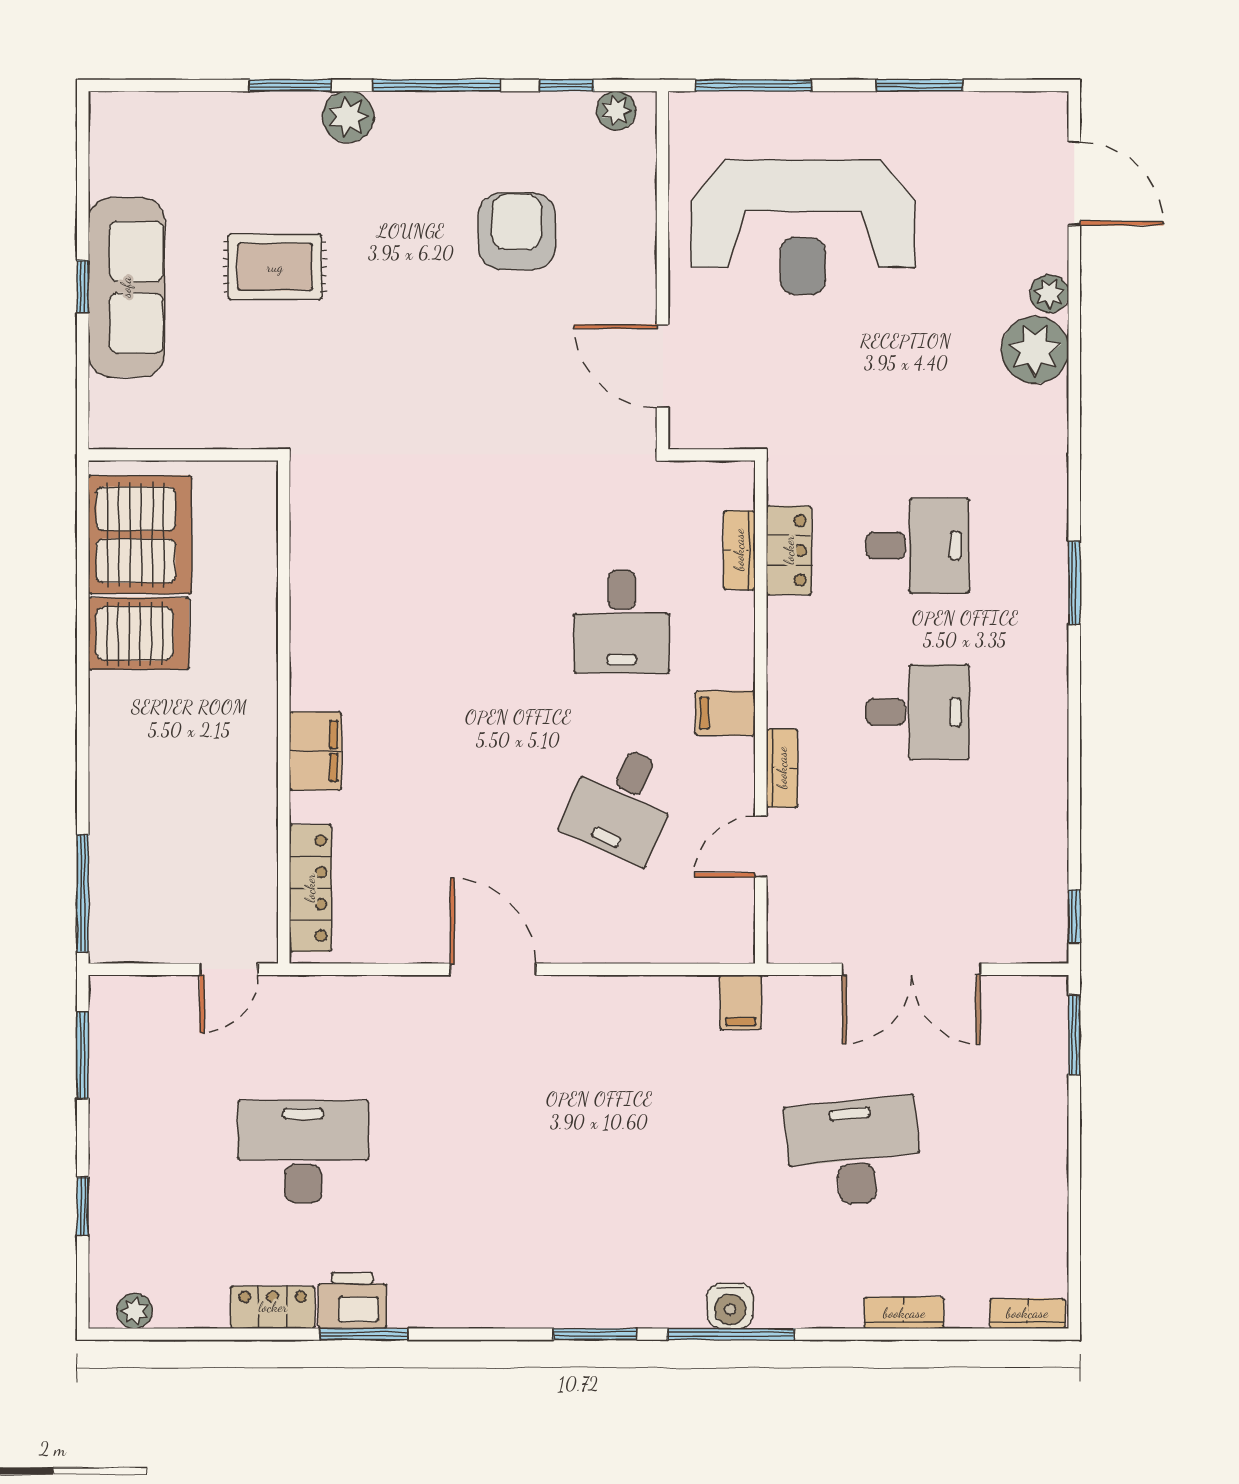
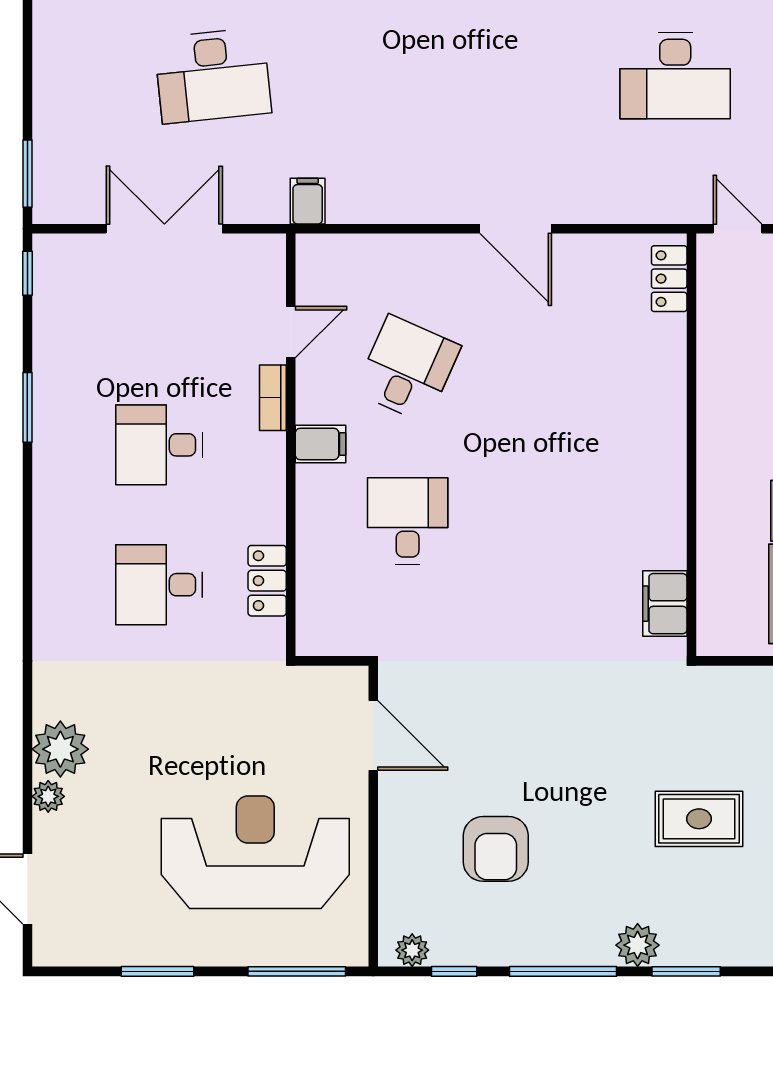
bookcase: (739, 550) -> (309, 581), removed
window: (1074, 583) -> (27, 407), moved
filing cabinet: (315, 751) -> (665, 604), moved
locker: (310, 888) -> (669, 279), width x0.66
door: (229, 969) -> (738, 229), hinge flipped

